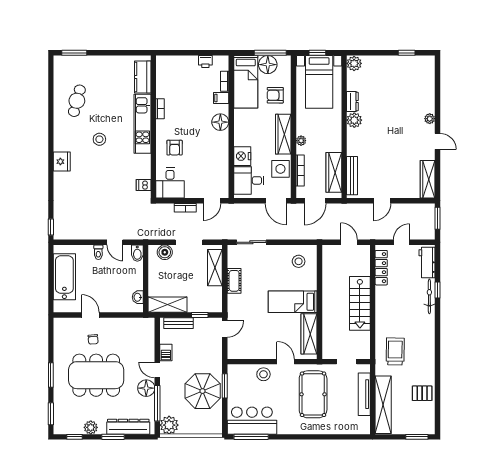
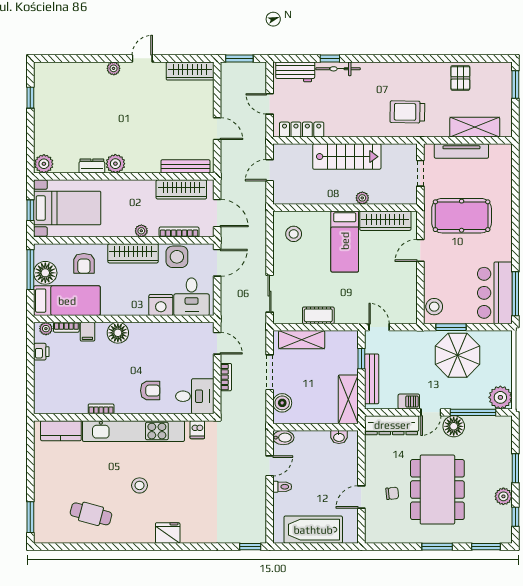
plant: (224, 65) -> (46, 329), added
kitchen unit: (142, 124) -> (133, 431), width x1.36
plant: (327, 316) -> (362, 198), added
bench: (178, 323) -> (372, 379), width x1.36
stool: (263, 374) -> (434, 307), moved
shelving: (383, 405) -> (475, 127), width x0.68
dresser: (128, 427) -> (392, 425), moved, turned -90

